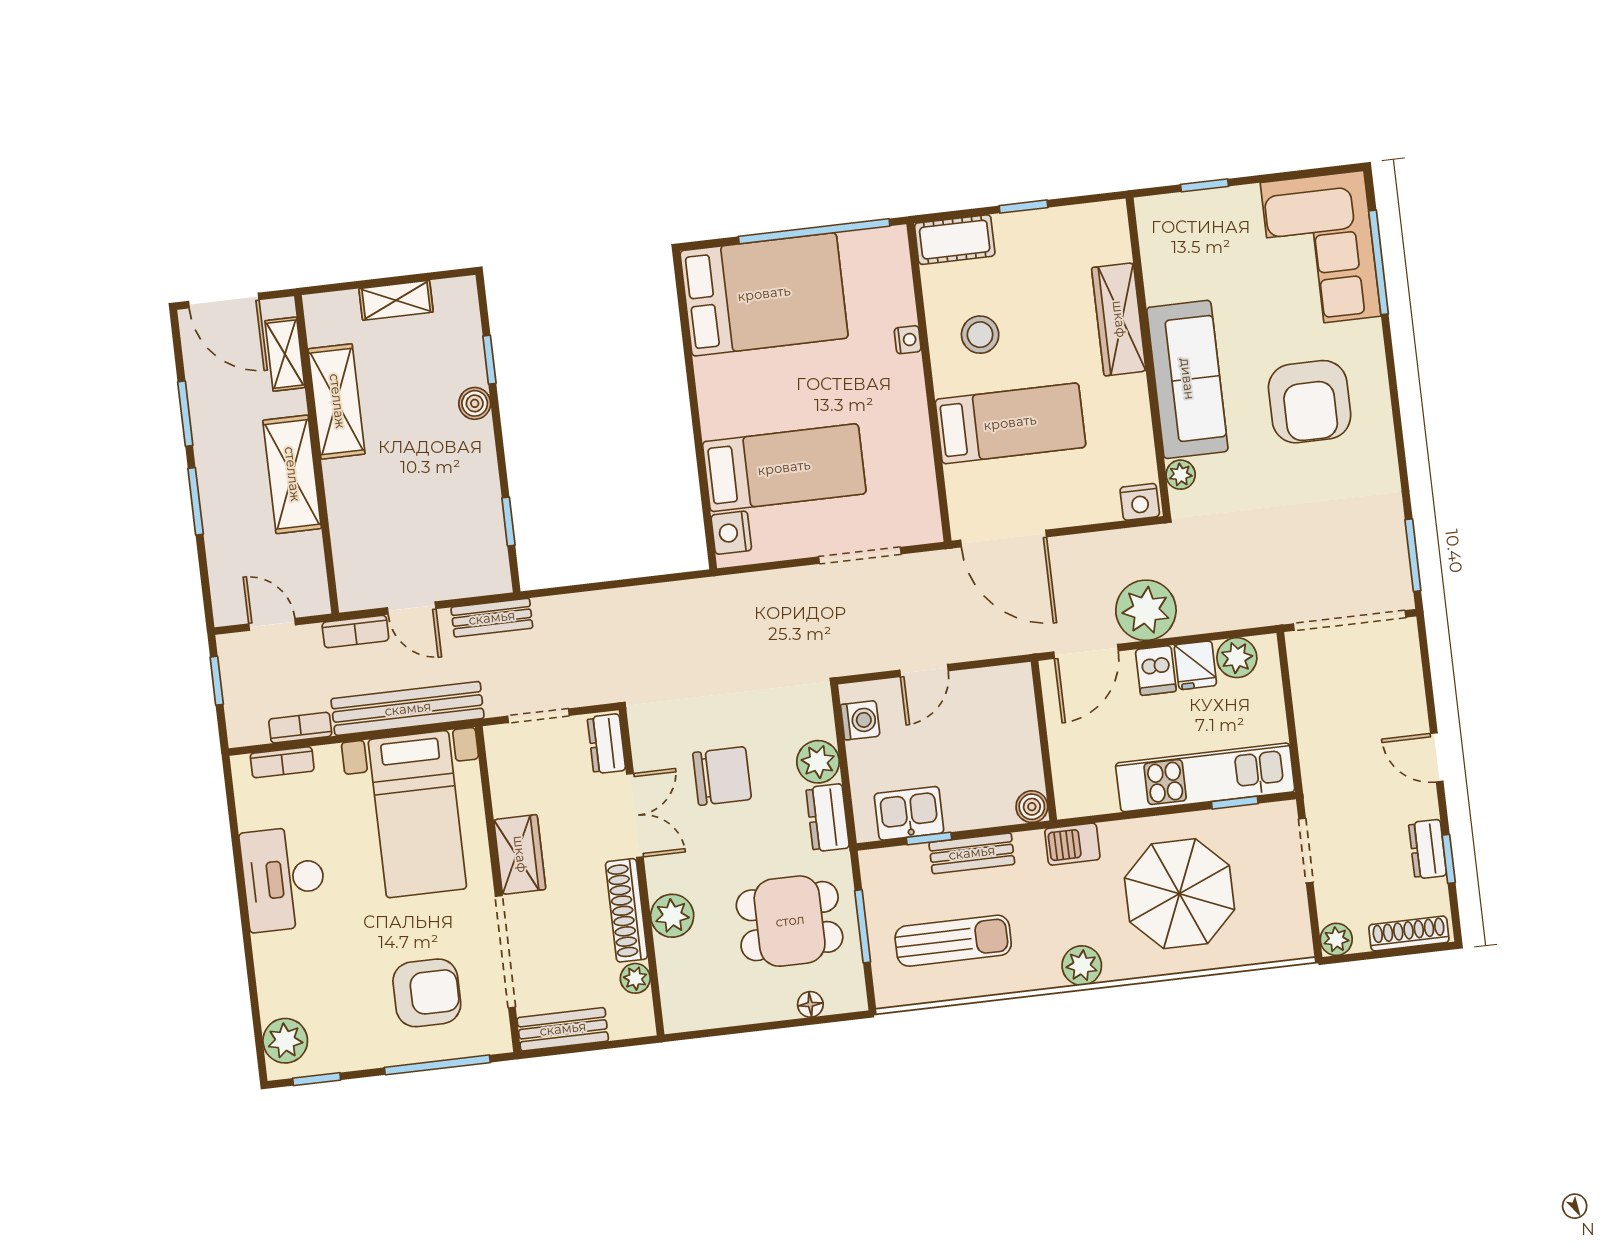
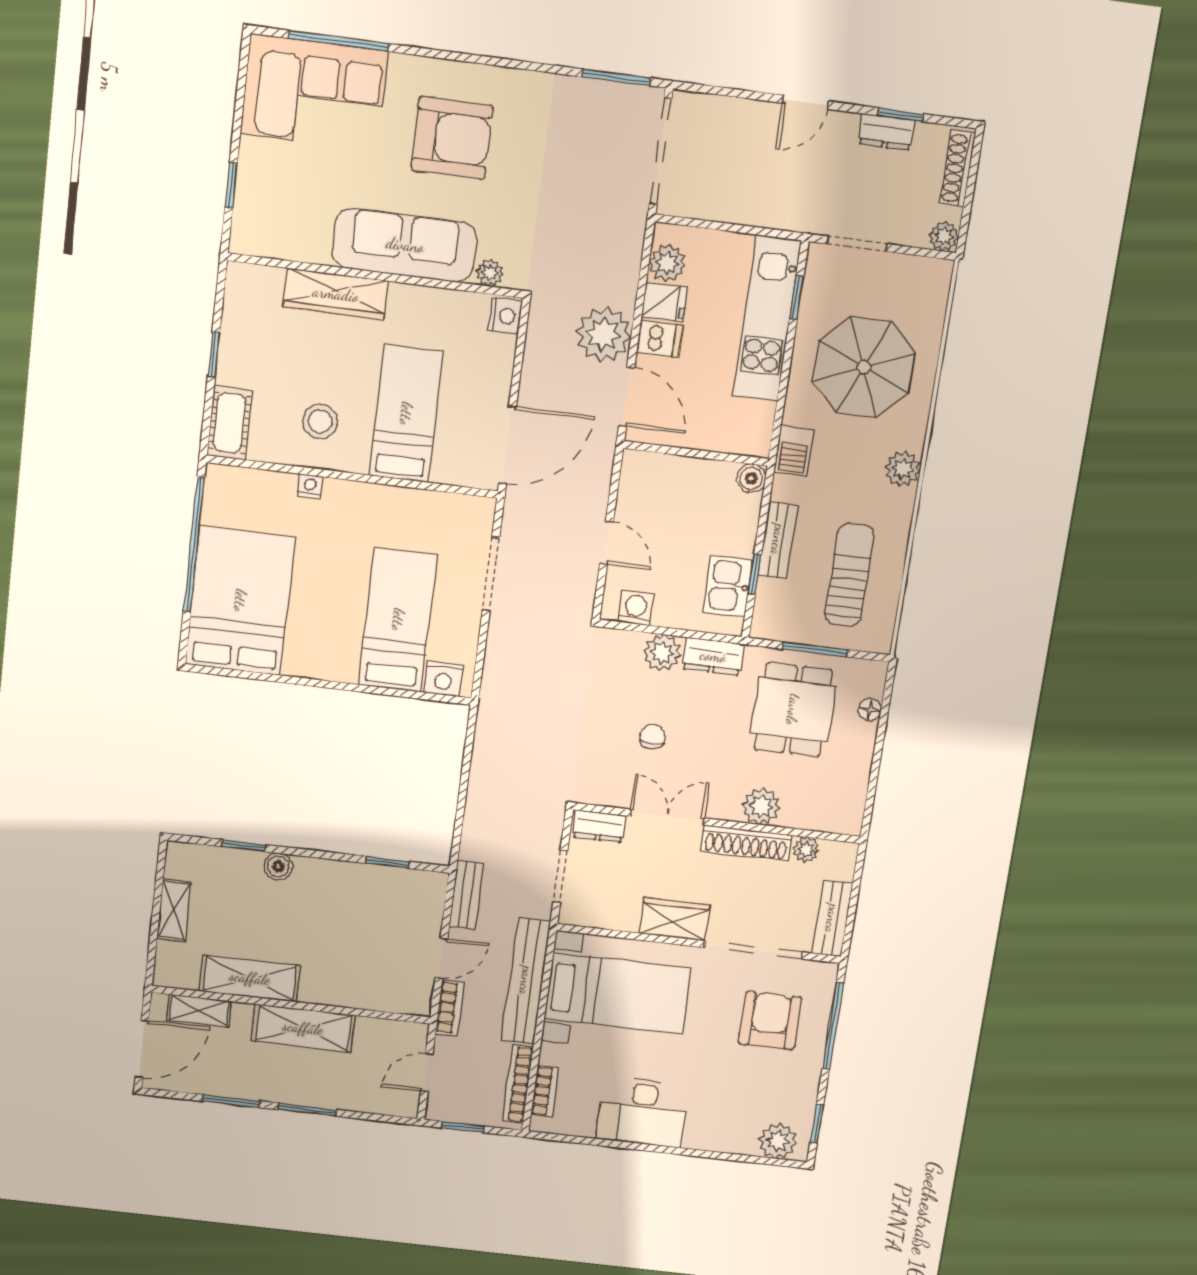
bookcase: (300, 728) -> (518, 1084), width x1.56
chair: (722, 776) -> (653, 737), width x0.54, depth x0.54

